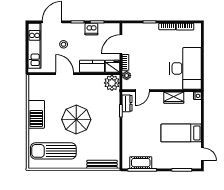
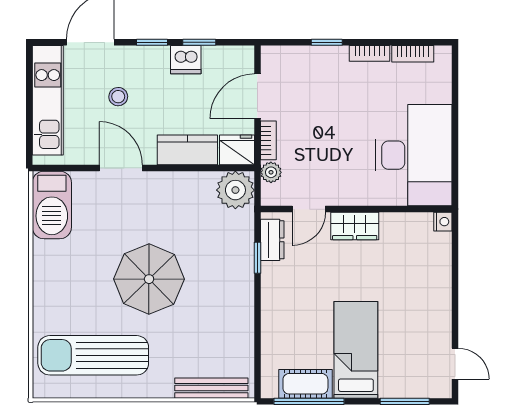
wardrobe: (174, 98) -> (355, 226), moved
barbecue: (36, 114) -> (52, 205), moved
bed: (181, 133) -> (356, 350), moved, turned 90

